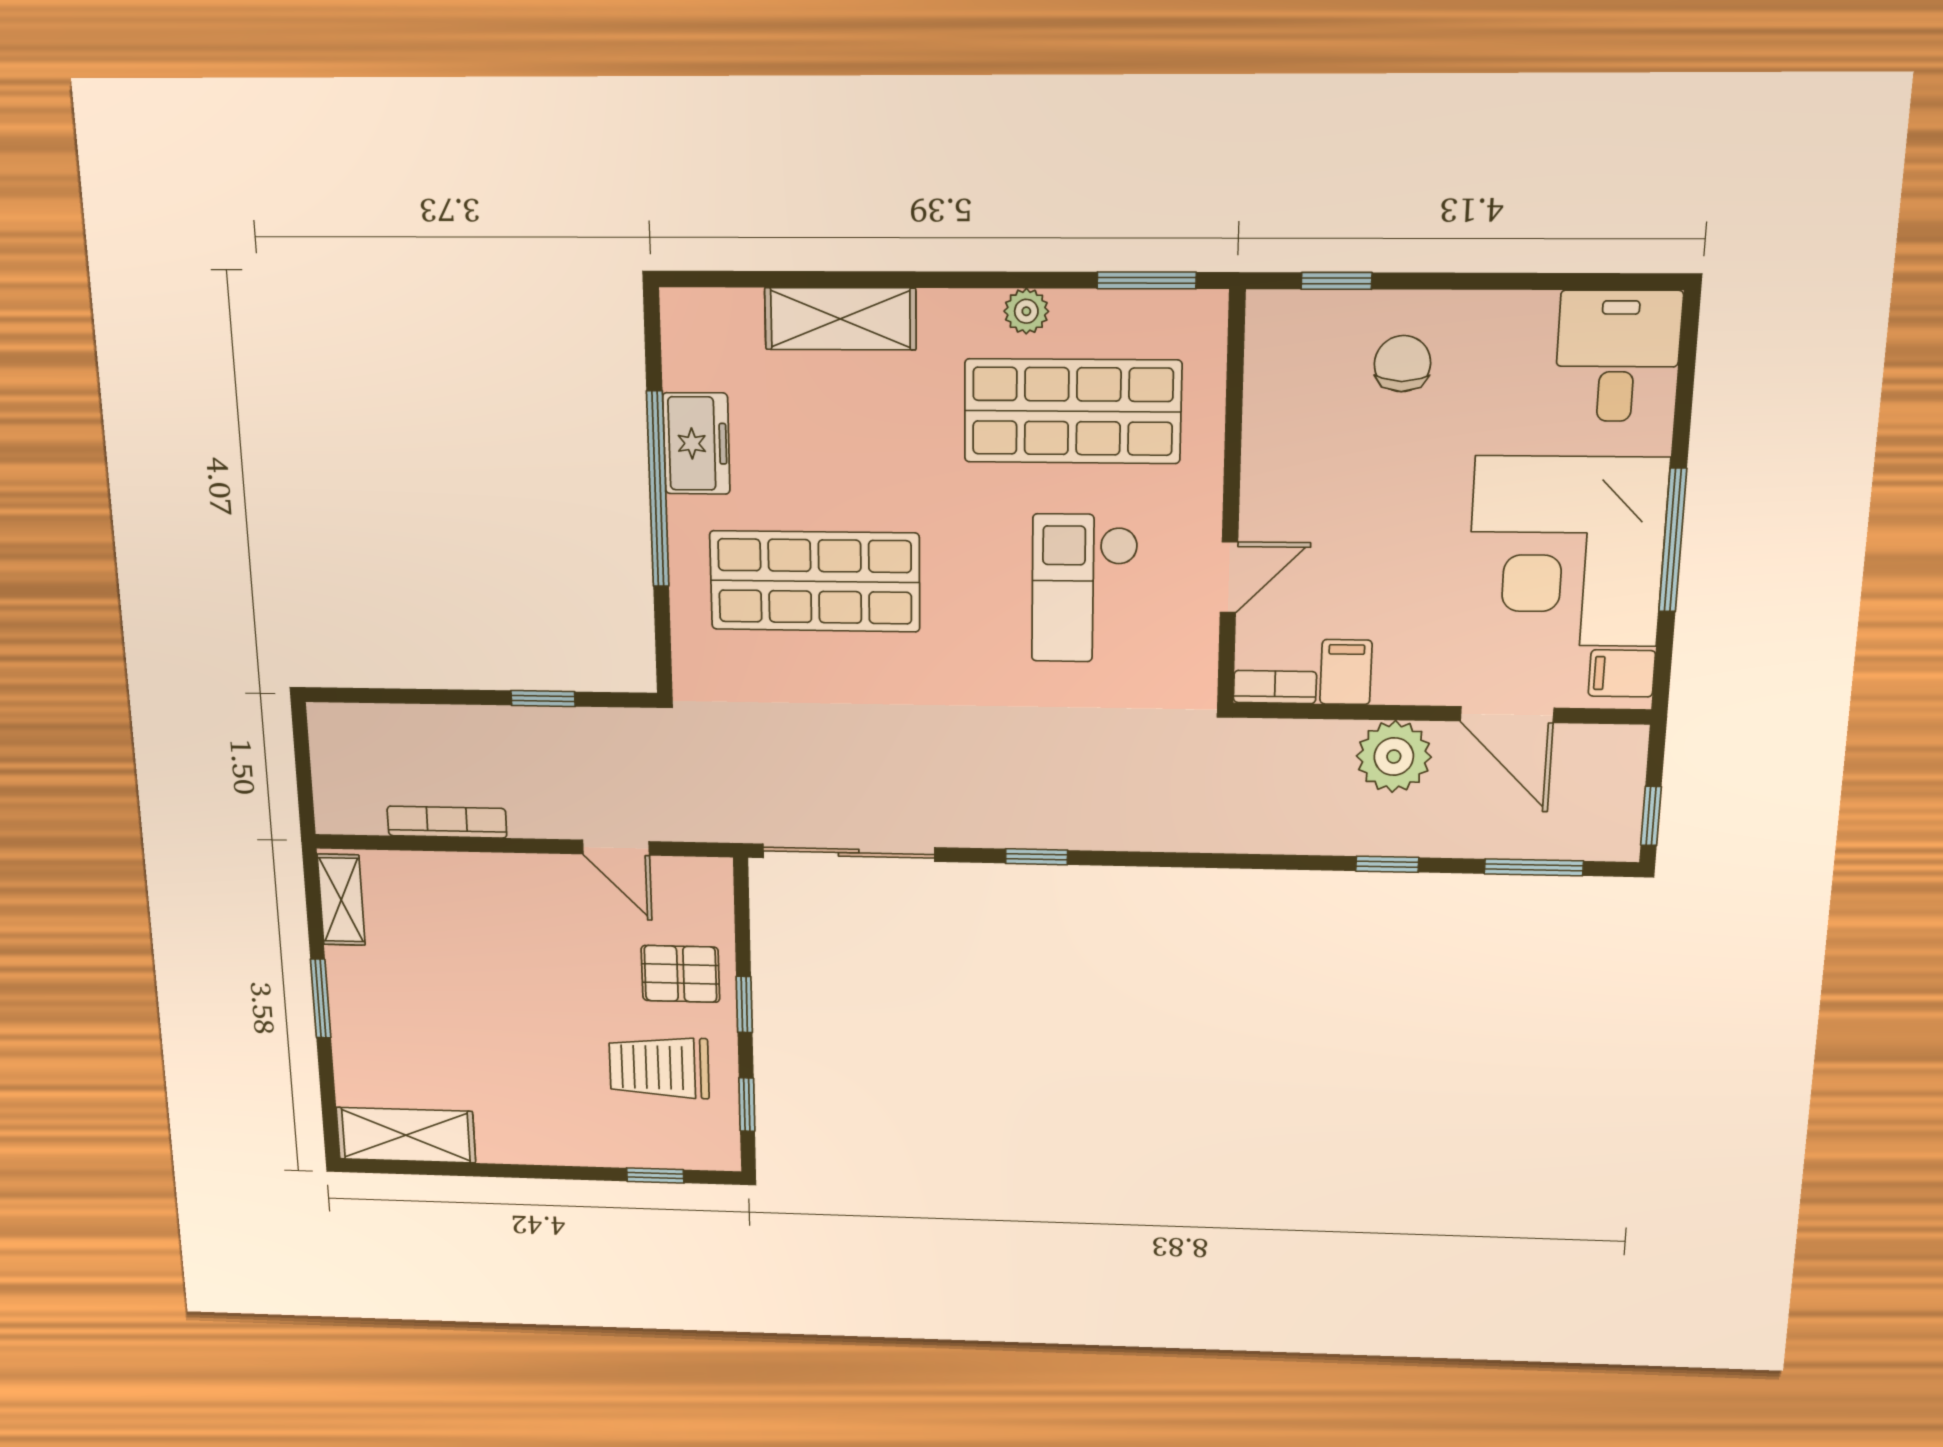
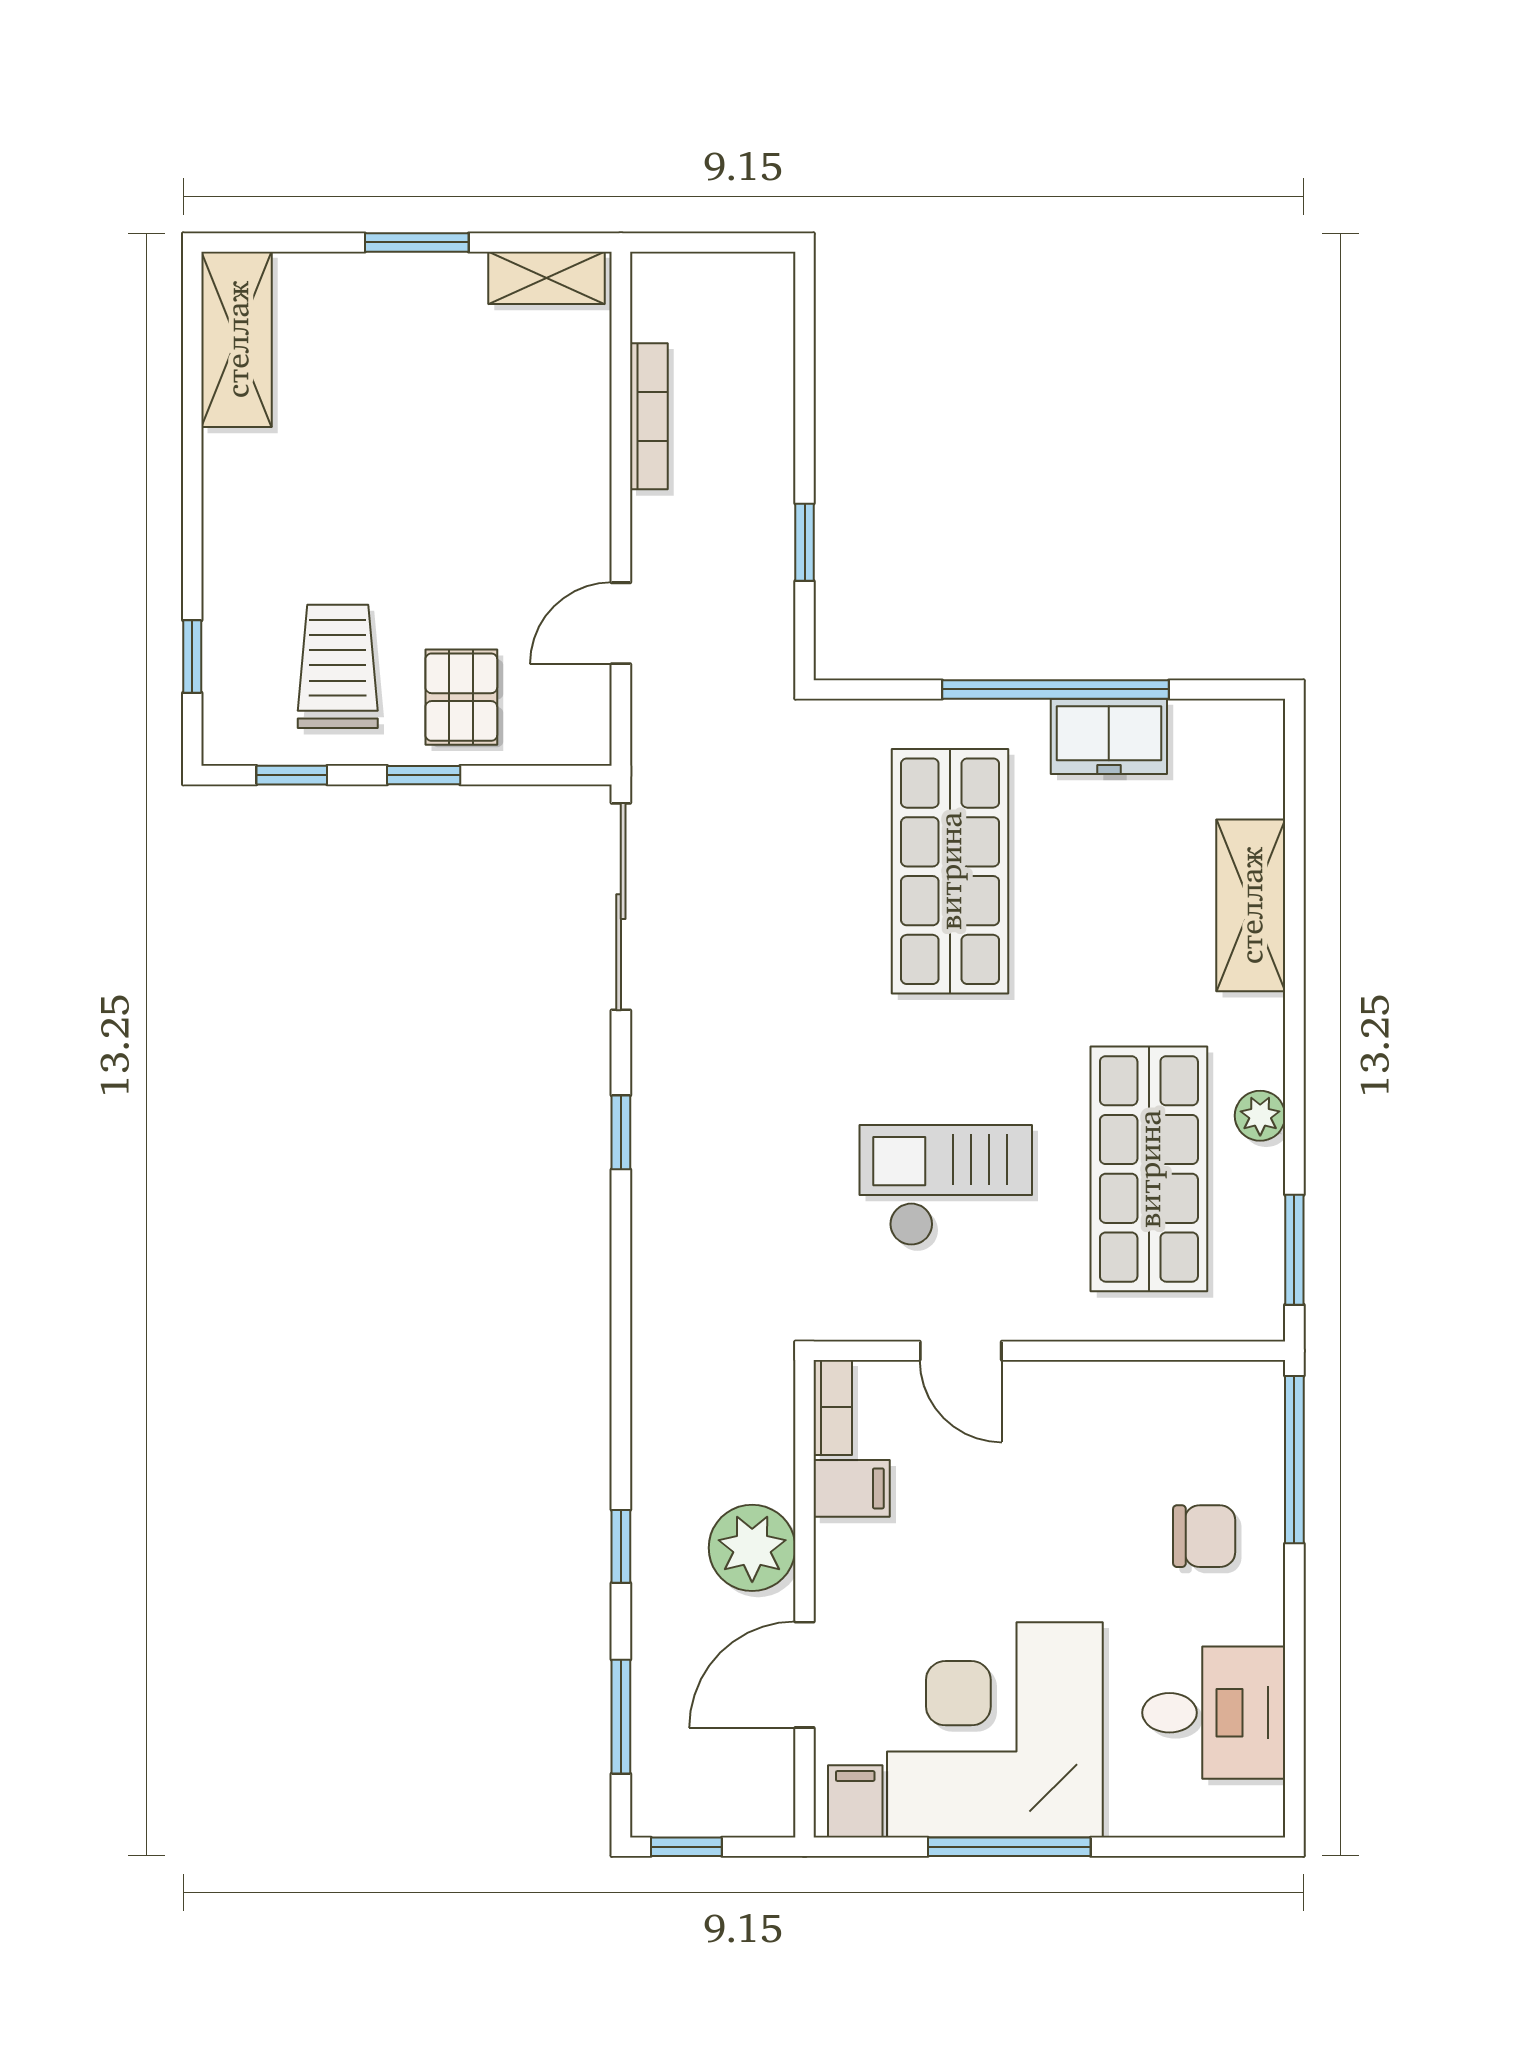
window: (1337, 281) -> (1294, 1460), width x2.17
desk: (1618, 356) -> (1214, 1713), moved

